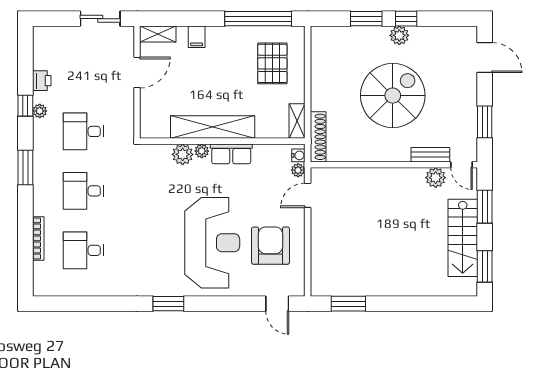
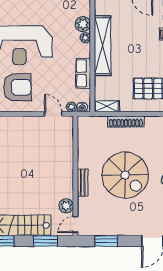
shoe rack: (318, 137) -> (126, 121), moved
row of seats: (231, 154) -> (83, 73), moved
bench: (430, 155) -> (83, 183), moved

